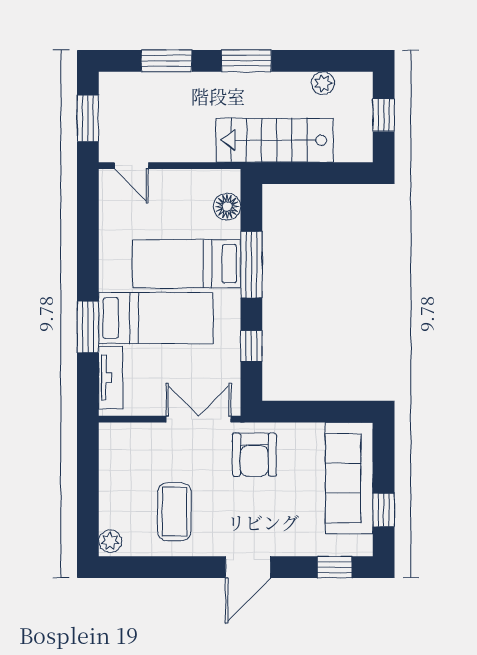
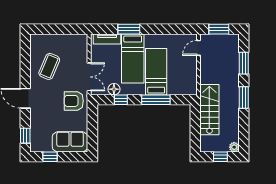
plant: (323, 83) -> (234, 147), moved
floor lamp: (227, 207) -> (114, 89), moved
sofa: (349, 478) -> (70, 142), width x0.73
coffee table: (174, 512) -> (49, 66), turned -67
plant: (110, 541) -> (36, 39), removed

